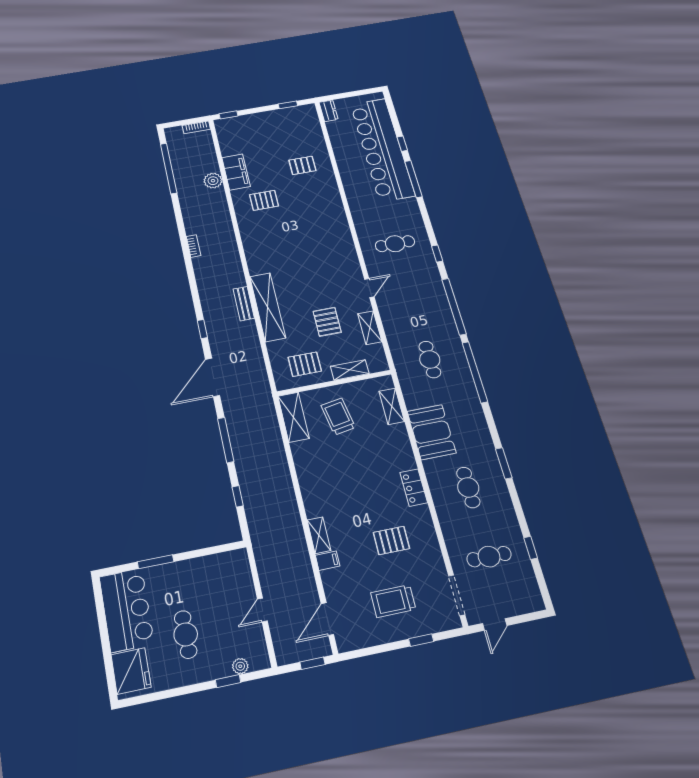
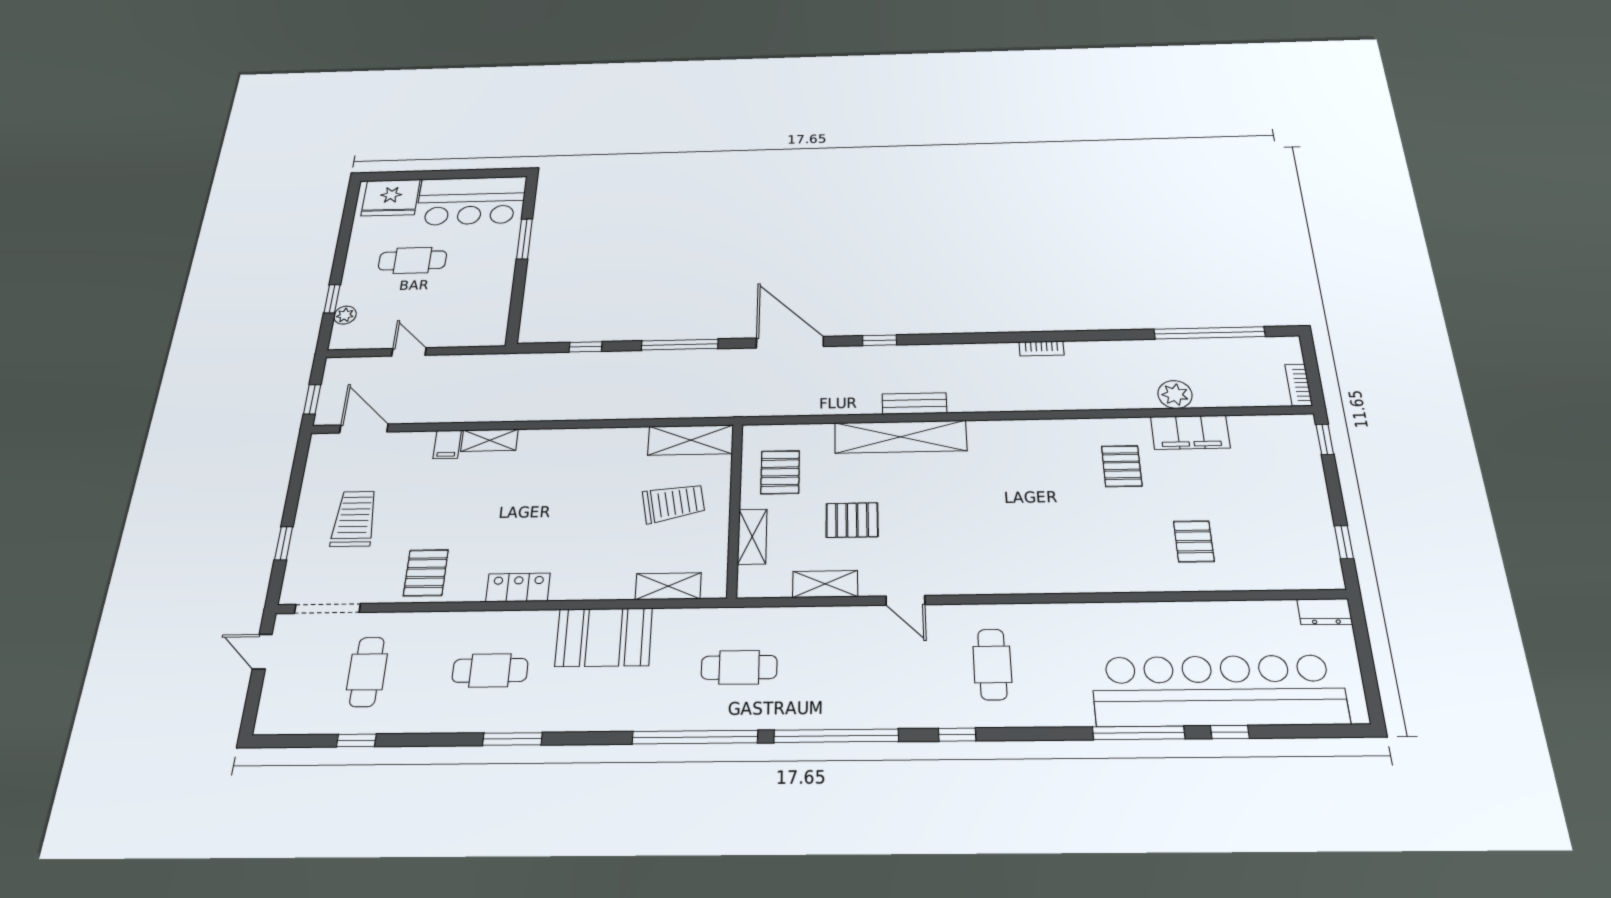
pallet: (391, 540) -> (426, 573), moved

